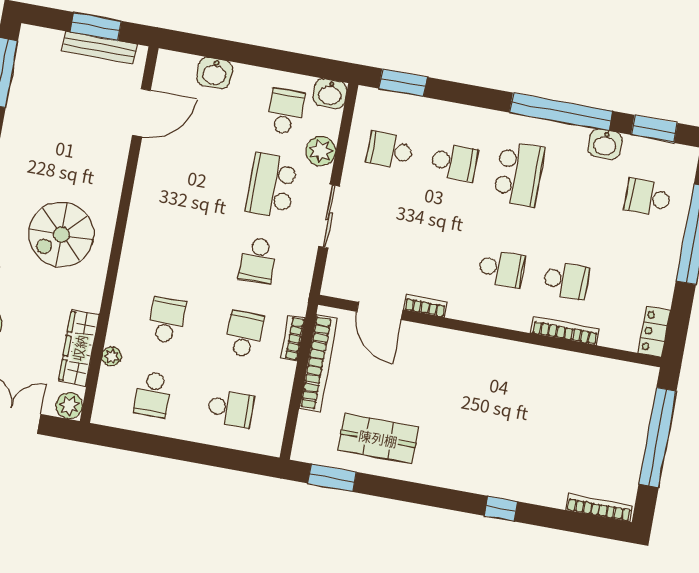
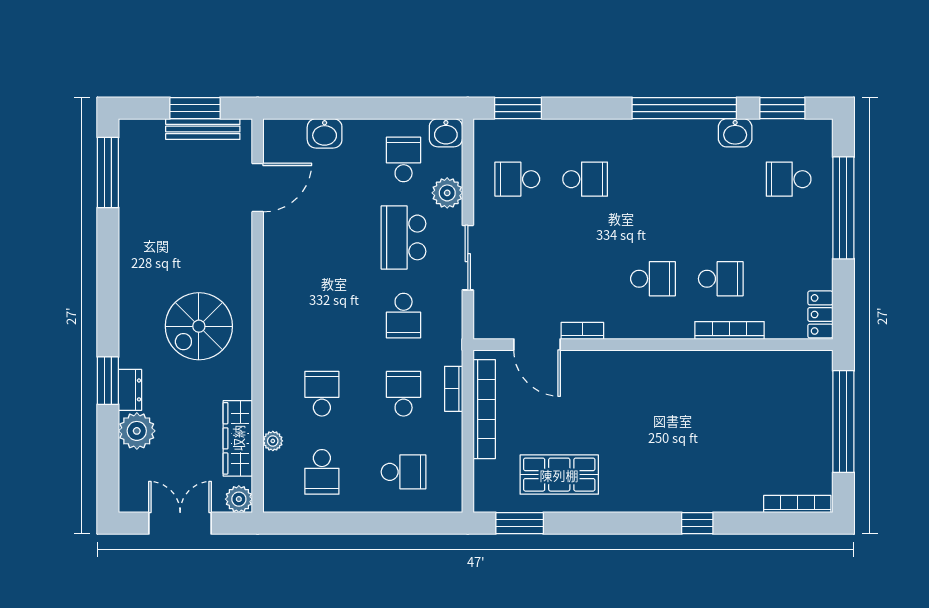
school desk: (519, 174) -> (653, 179), removed

